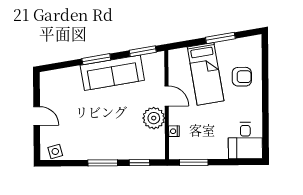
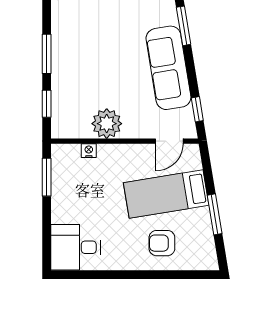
window: (143, 51) -> (197, 109), width x0.67
window: (96, 59) -> (184, 26), moved
armchair: (242, 77) -> (162, 243), turned 90
door: (167, 96) -> (169, 141), moved

